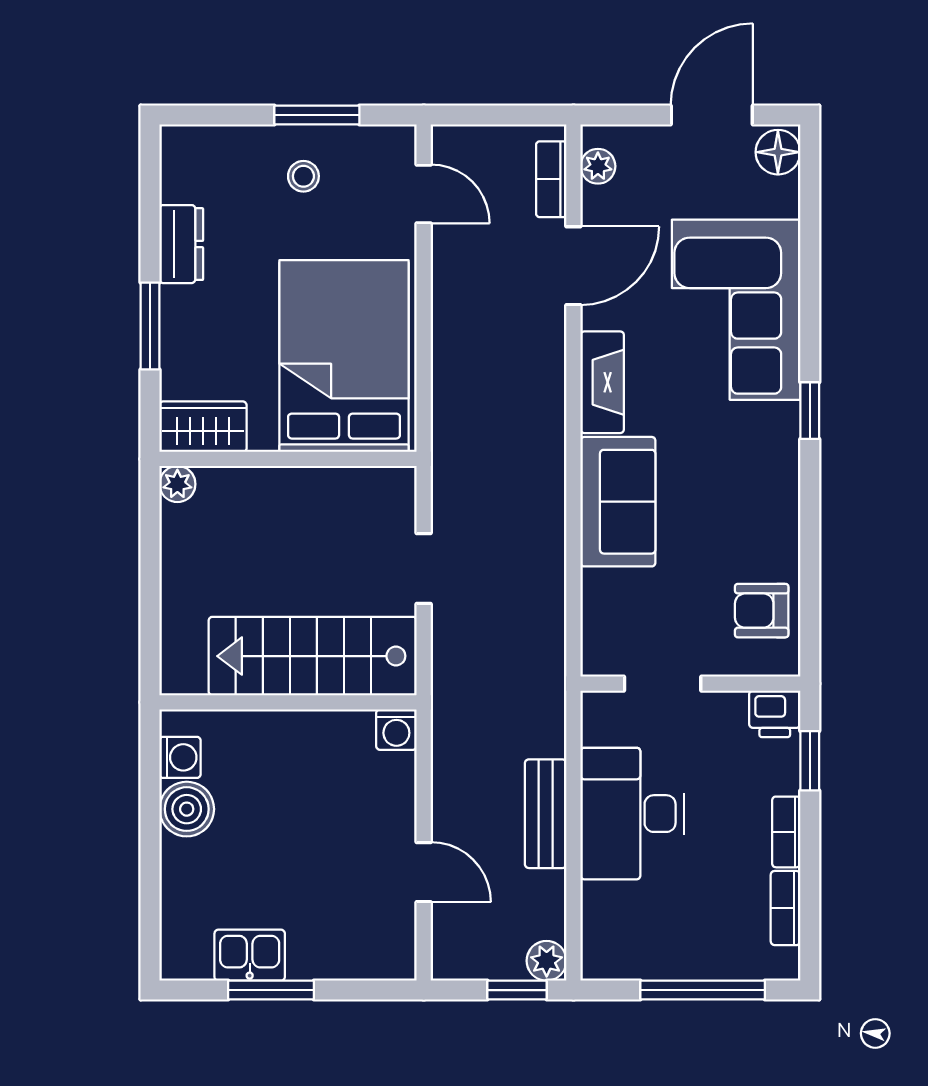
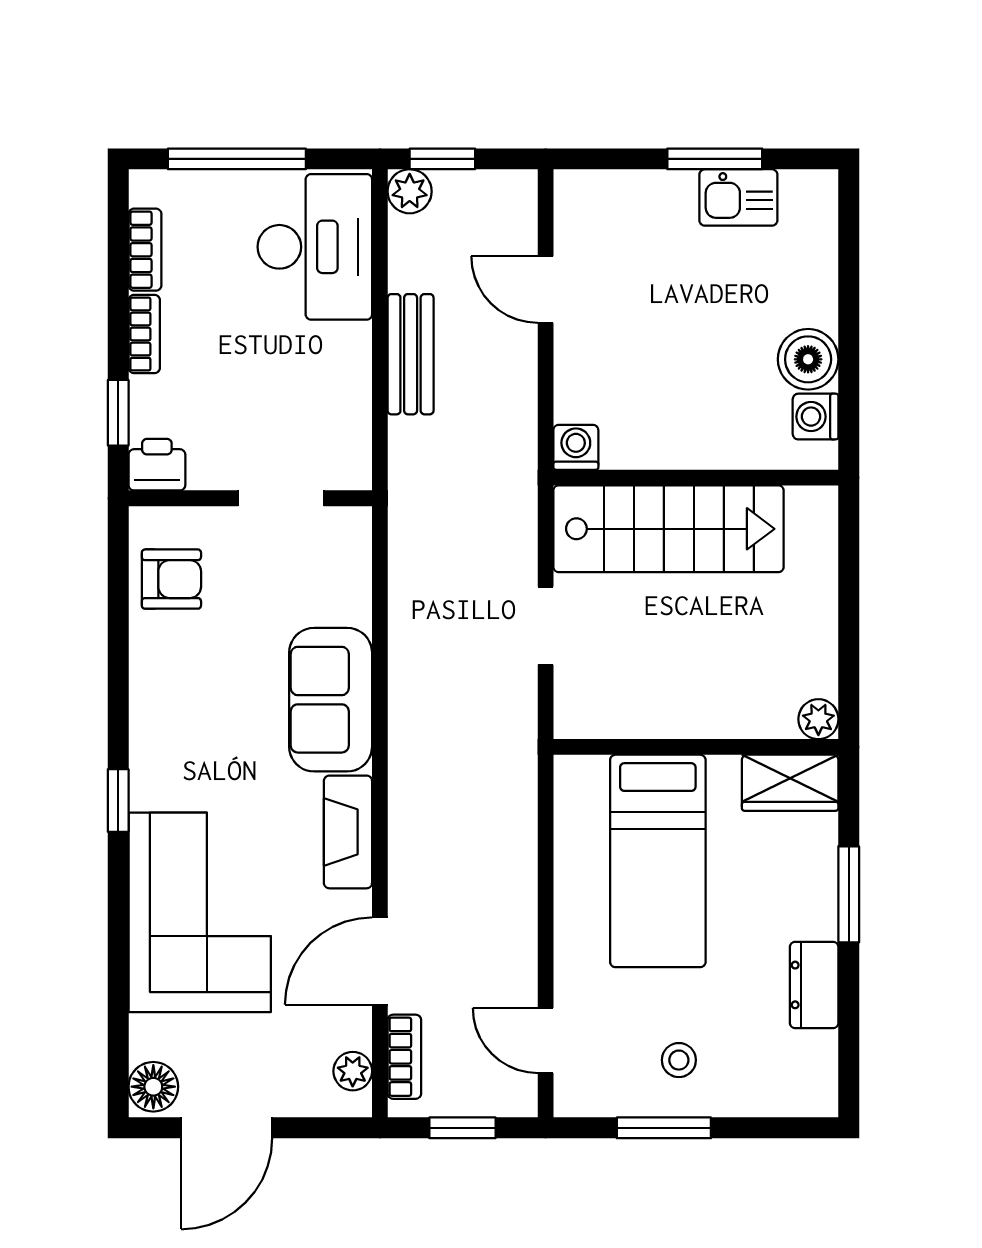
window: (499, 115) -> (462, 1128), added
bed: (344, 356) -> (658, 861), width x0.67
desk: (632, 814) -> (315, 247), moved

